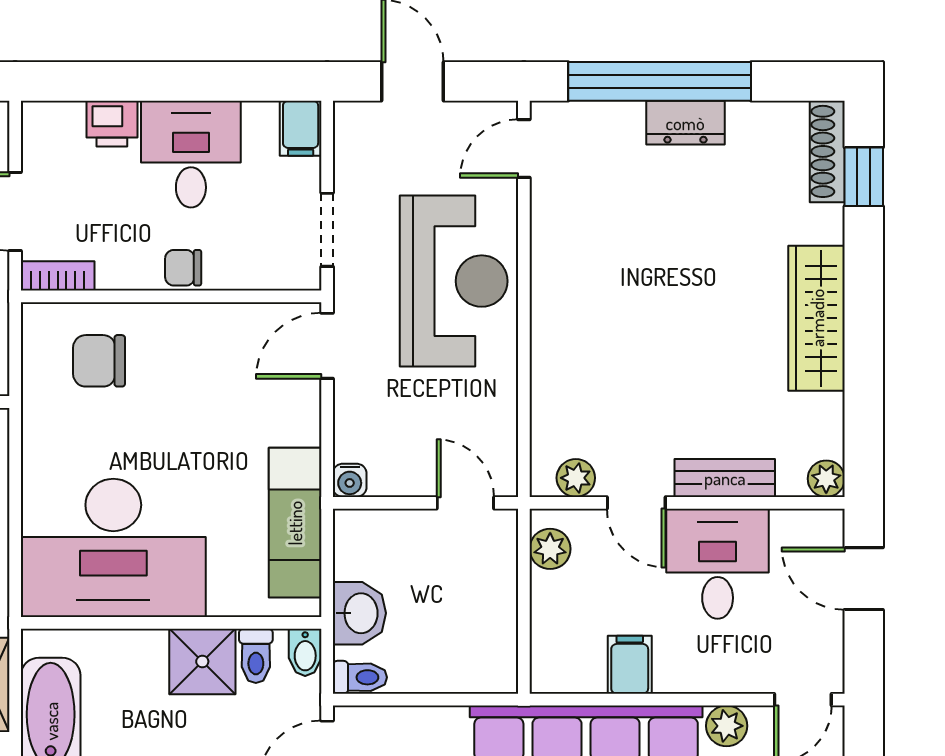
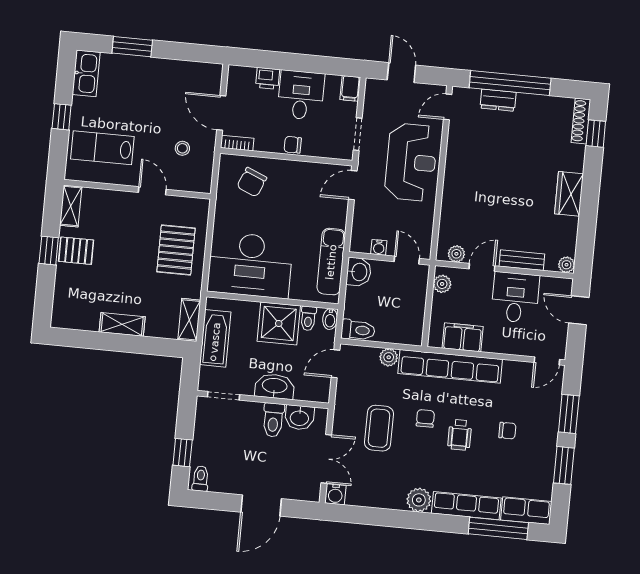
dresser: (685, 123) -> (498, 100), moved
wardrobe: (817, 318) -> (569, 194), width x0.67
chair: (99, 361) -> (252, 182), turned -67
water cooler: (350, 480) -> (379, 247), moved
door: (636, 503) -> (482, 267), swing flipped
washbasin: (359, 613) -> (359, 272), moved
shower: (202, 661) -> (279, 323), width x1.36, depth x1.36
filing cabinet: (630, 665) -> (463, 337), width x2.00
toilet: (360, 677) -> (358, 330), width x1.37, depth x1.39
plant: (727, 726) -> (389, 357), moved

